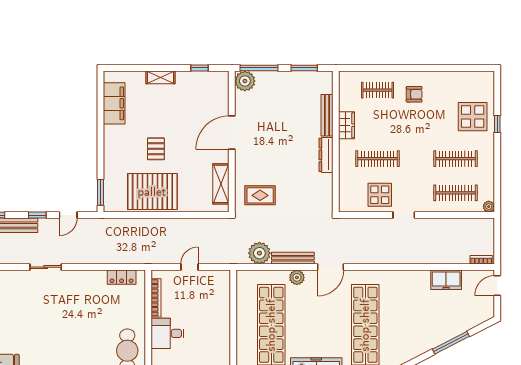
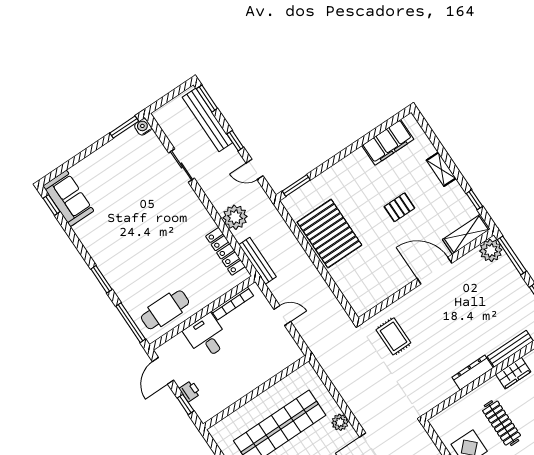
pallet: (156, 149) -> (399, 207), moved
shelving: (221, 184) -> (466, 234), moved
plant: (259, 253) -> (235, 217), moved
bench: (293, 258) -> (258, 261), moved
sliding door: (46, 267) -> (181, 165), moved
locker: (122, 277) -> (225, 251), width x1.53

